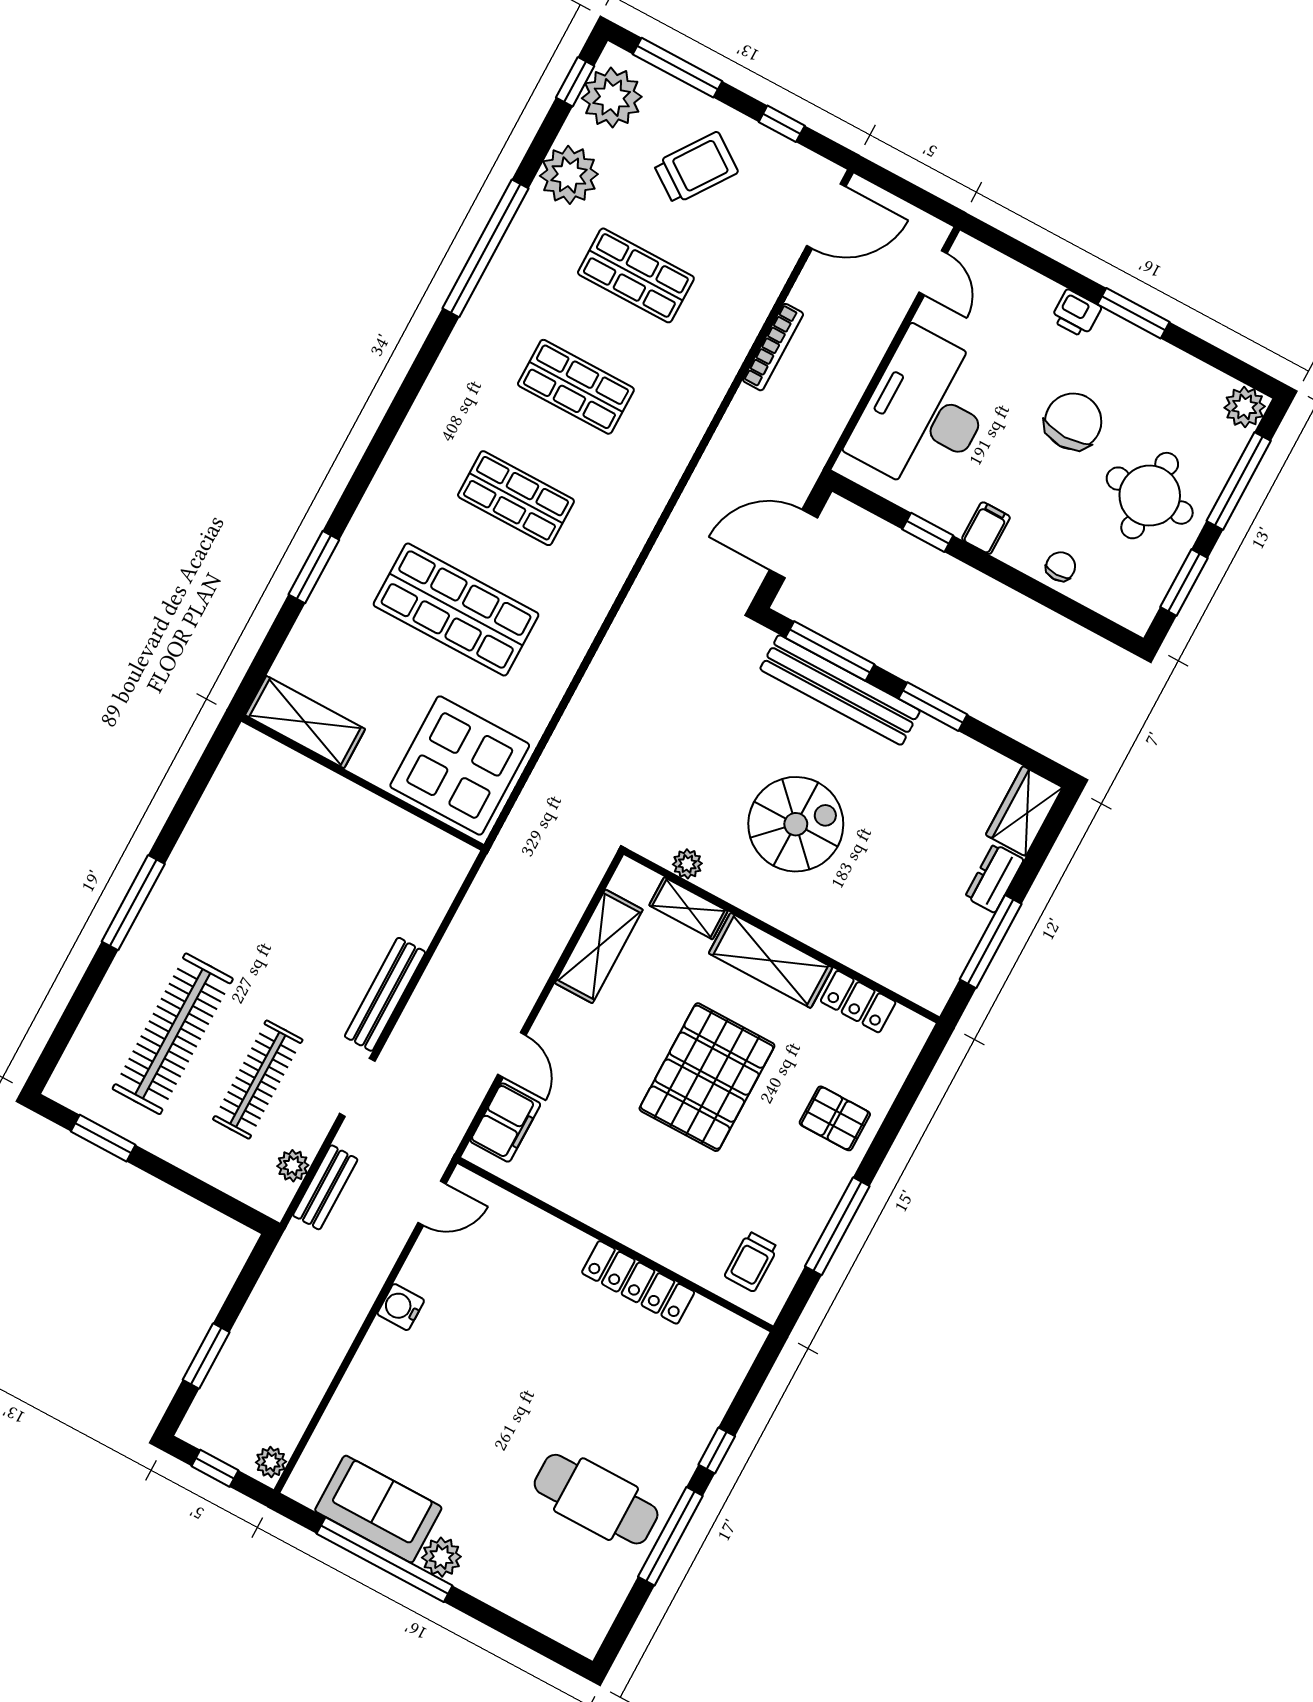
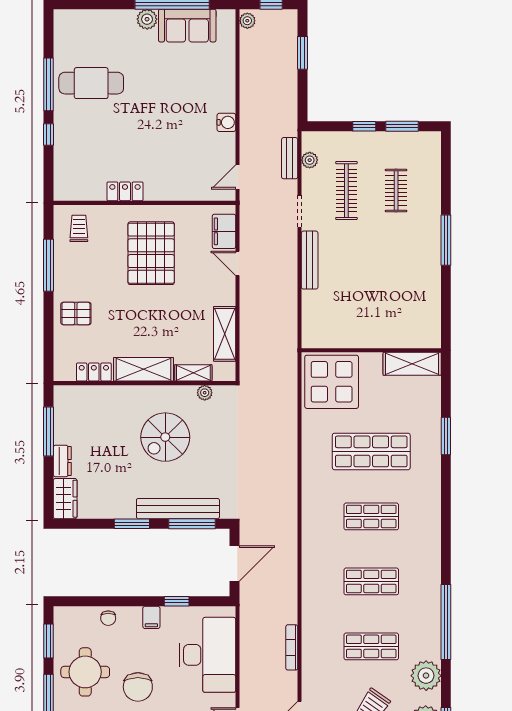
clothes rail: (173, 1034) -> (396, 191), width x0.54, depth x0.76
pallet: (707, 1077) -> (151, 253), moved
window: (168, 1173) -> (364, 126), added
locker: (638, 1282) -> (125, 191), width x0.66

